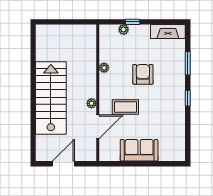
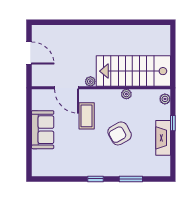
plant: (124, 30) -> (165, 99), moved
fireplace: (168, 31) -> (163, 138), moved
armchair: (143, 74) -> (120, 133), turned 151
stairs: (51, 98) -> (133, 71), moved, turned 180

